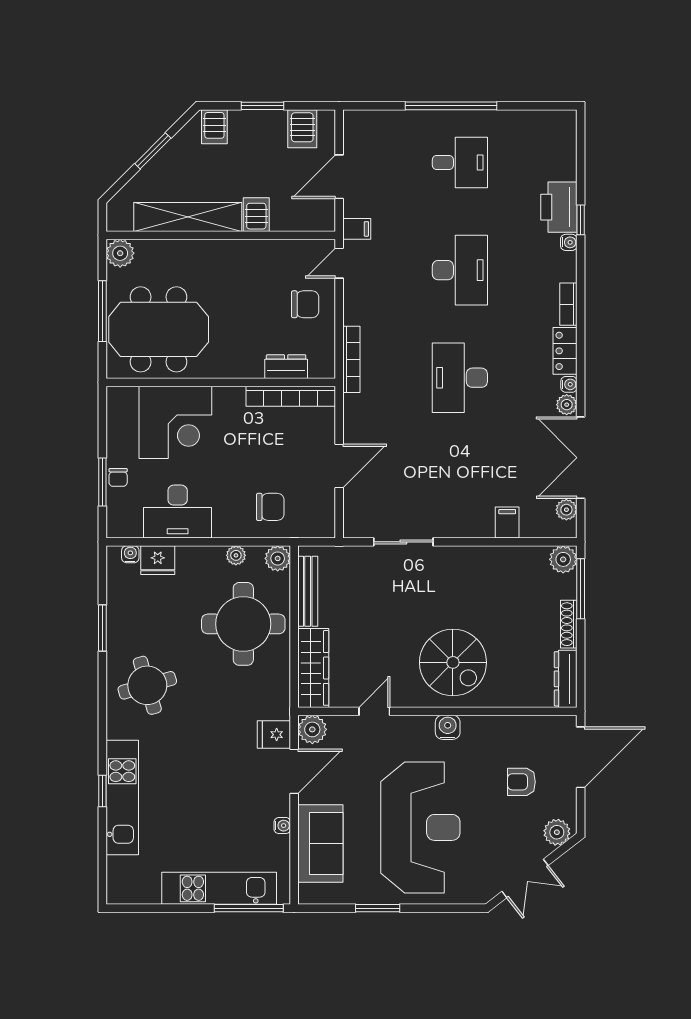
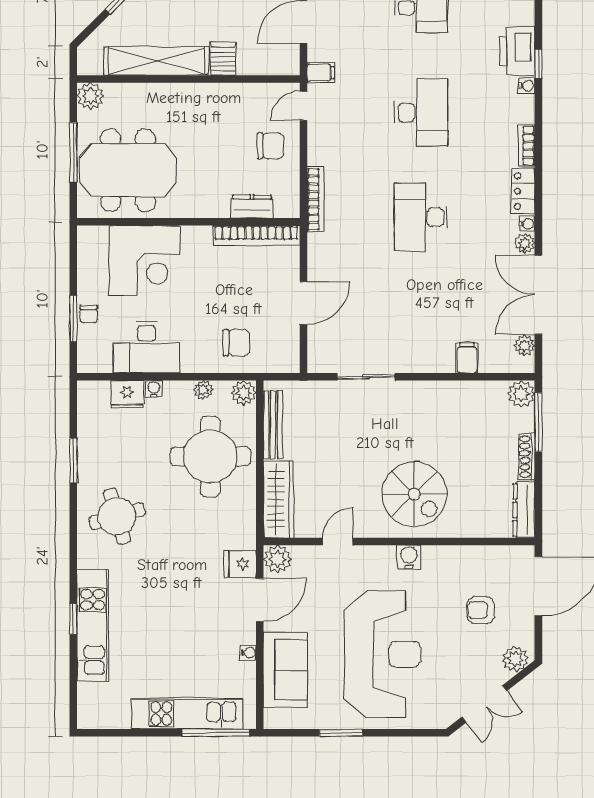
water cooler: (130, 554) -> (154, 389), moved

